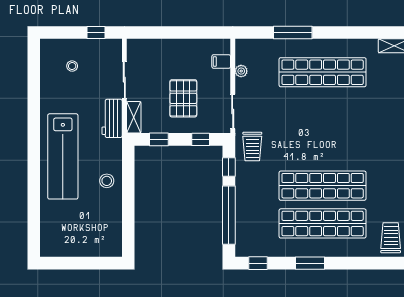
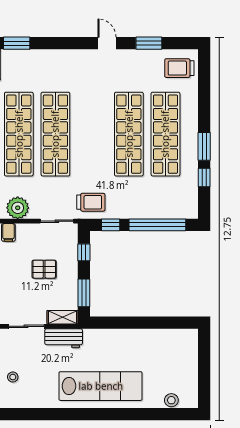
plant: (241, 71) -> (18, 208), width x1.88, depth x1.88
pallet: (183, 98) -> (44, 269), width x0.67, depth x0.71
shop shelf: (323, 110) -> (55, 134), added
window: (159, 139) -> (84, 293), width x1.50
stool: (107, 181) -> (171, 400), moved
window: (258, 263) -> (204, 178), moved

